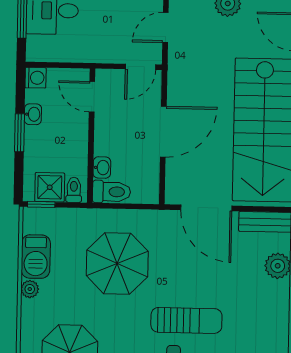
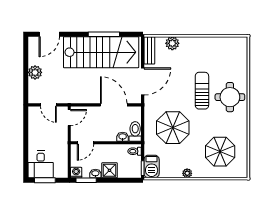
door: (140, 67) -> (69, 118), hinge flipped
door: (163, 132) -> (114, 105), moved
window: (20, 133) -> (86, 180), moved
shower: (50, 187) -> (109, 170), moved
barbecue: (36, 257) -> (152, 167), moved, turned 90

